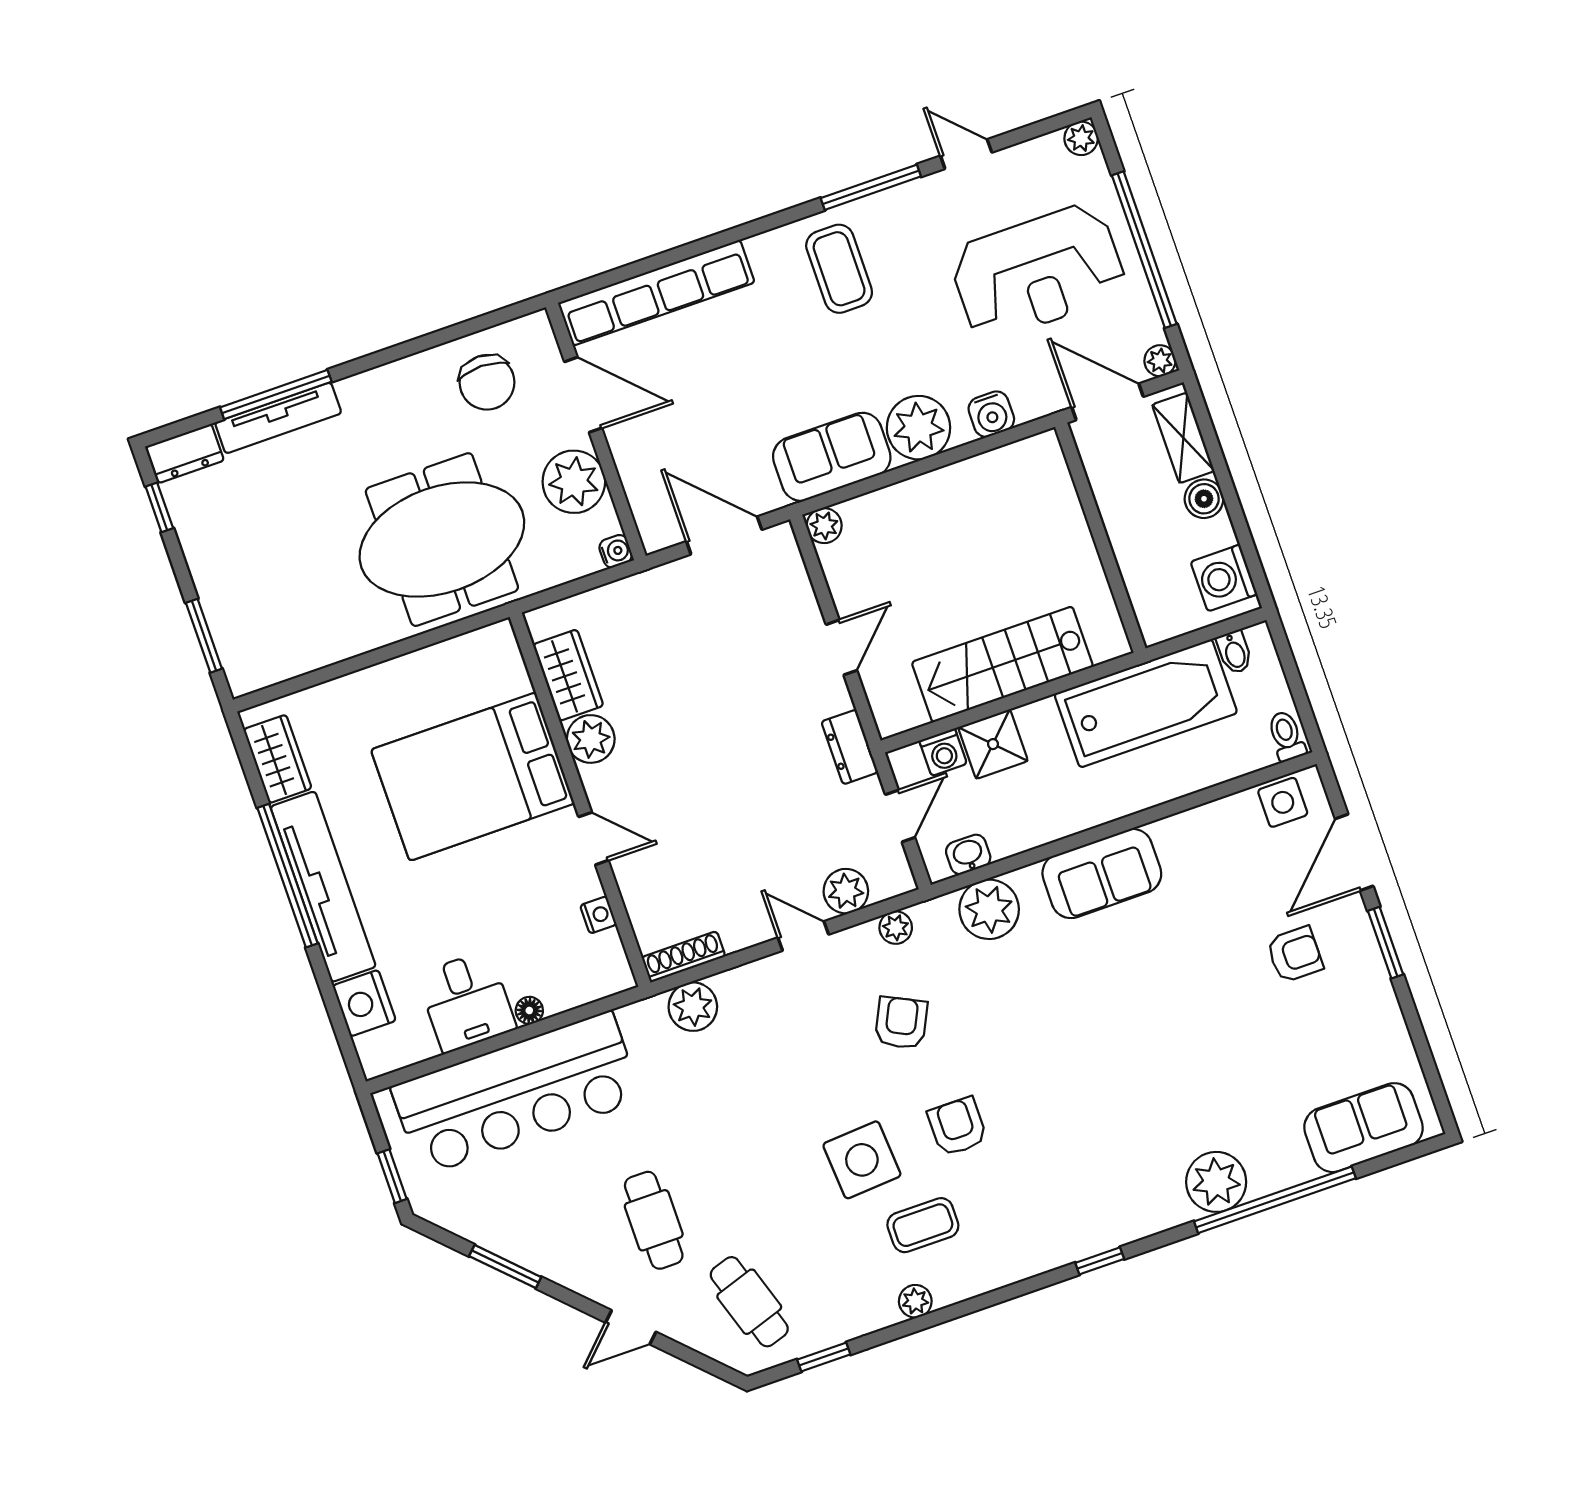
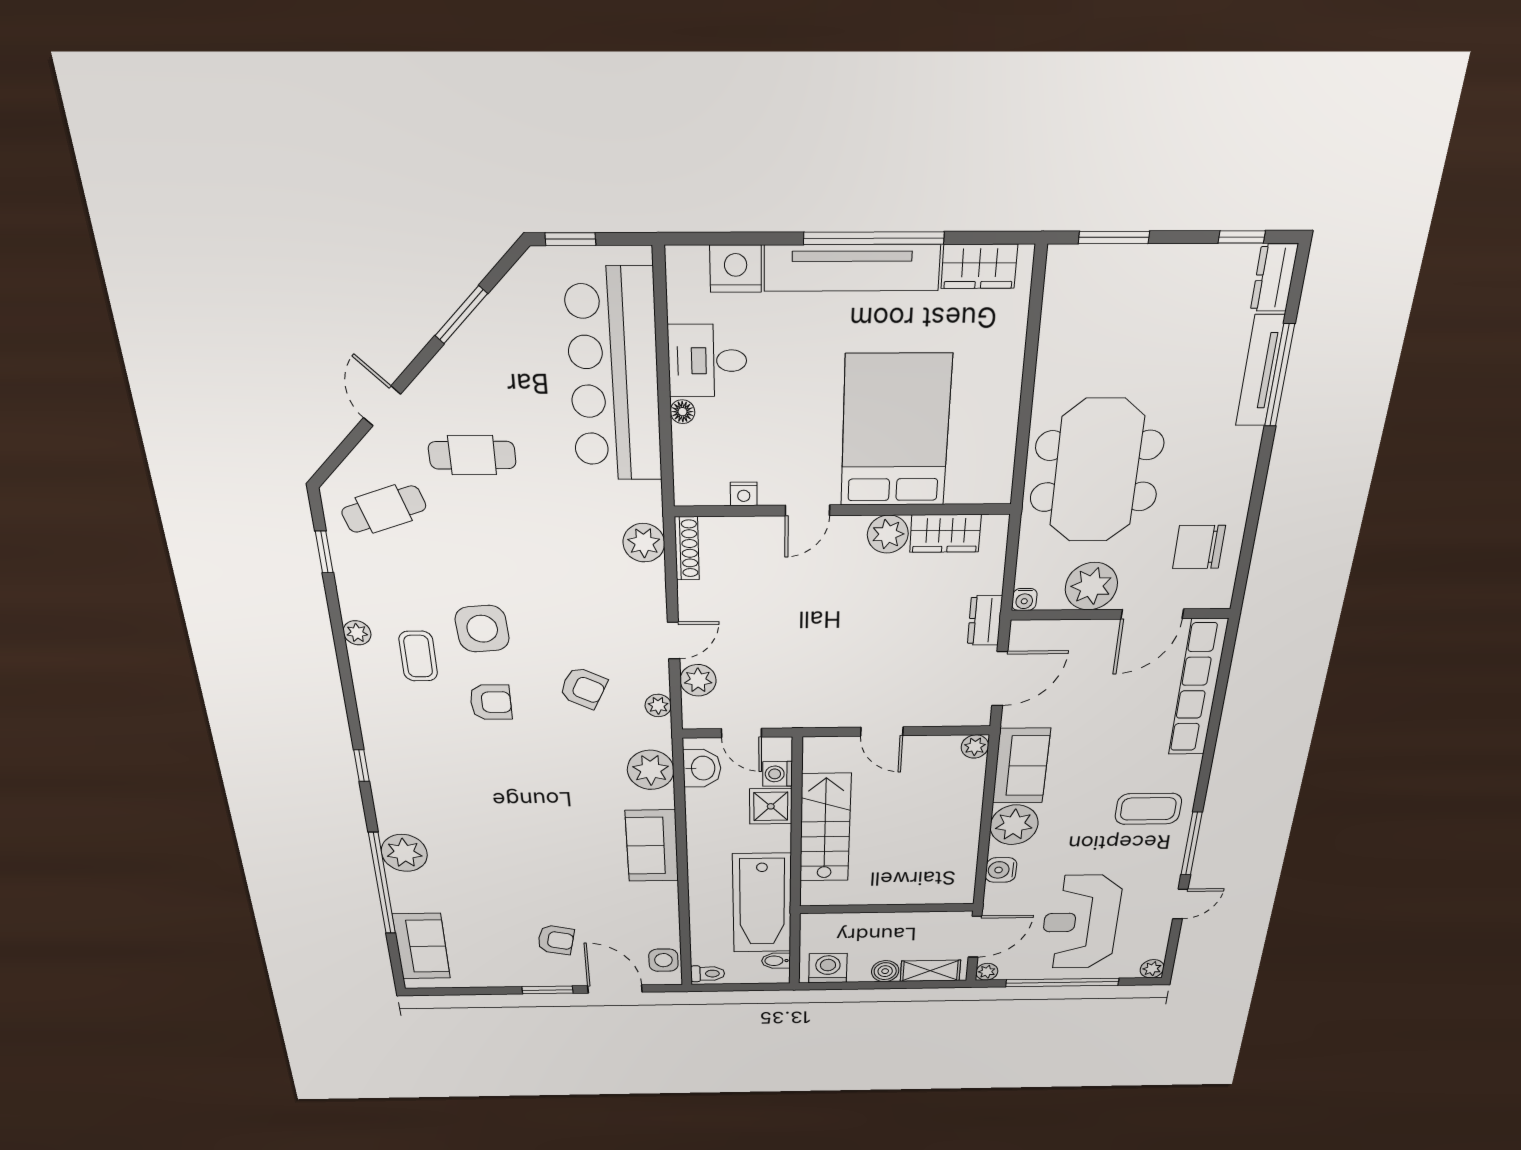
dresser: (850, 747) -> (985, 620), moved, turned -90
washbasin: (968, 854) -> (702, 768), width x1.38, depth x1.45
armchair: (1295, 954) -> (556, 940), turned -78

